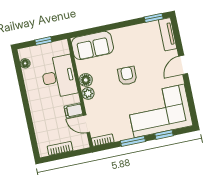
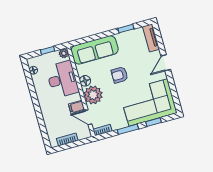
window: (154, 18) -> (126, 29), moved
sofa: (92, 45) -> (95, 50), width x1.36
plant: (63, 46) -> (64, 53), added
armchair: (127, 76) -> (120, 75), turned -90
plant: (88, 93) -> (93, 95), width x1.88, depth x1.88

